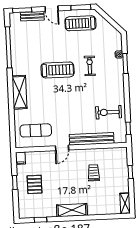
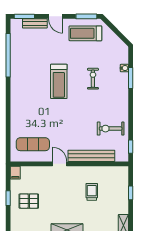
treadmill: (58, 70) -> (59, 81), turned 90
shelving: (19, 92) -> (17, 103), removed
door: (62, 148) -> (60, 164), swing flipped
pallet: (34, 184) -> (29, 201), turned 90

